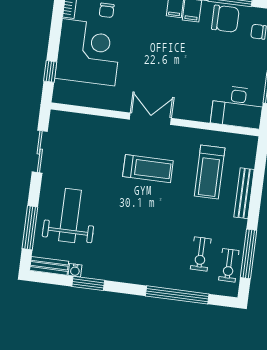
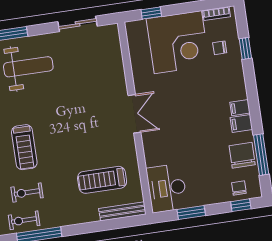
chair: (225, 19) -> (242, 155), turned 180
treadmill: (148, 169) -> (24, 147), moved
bench: (244, 193) -> (122, 211), moved

